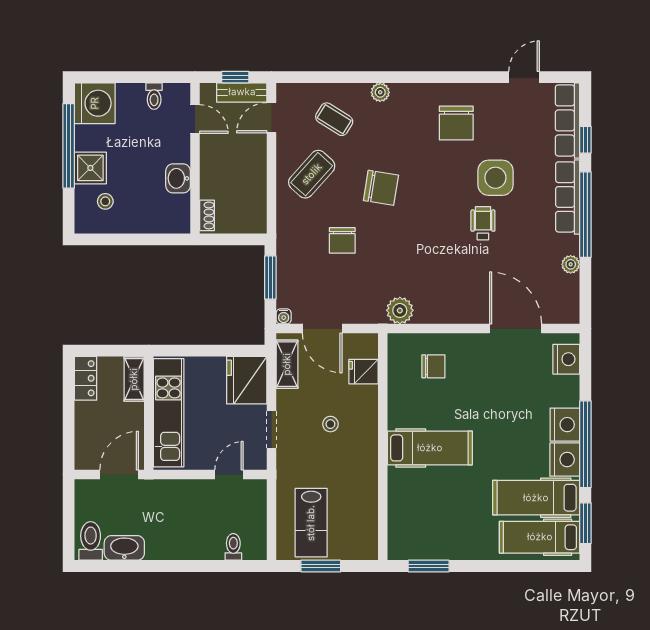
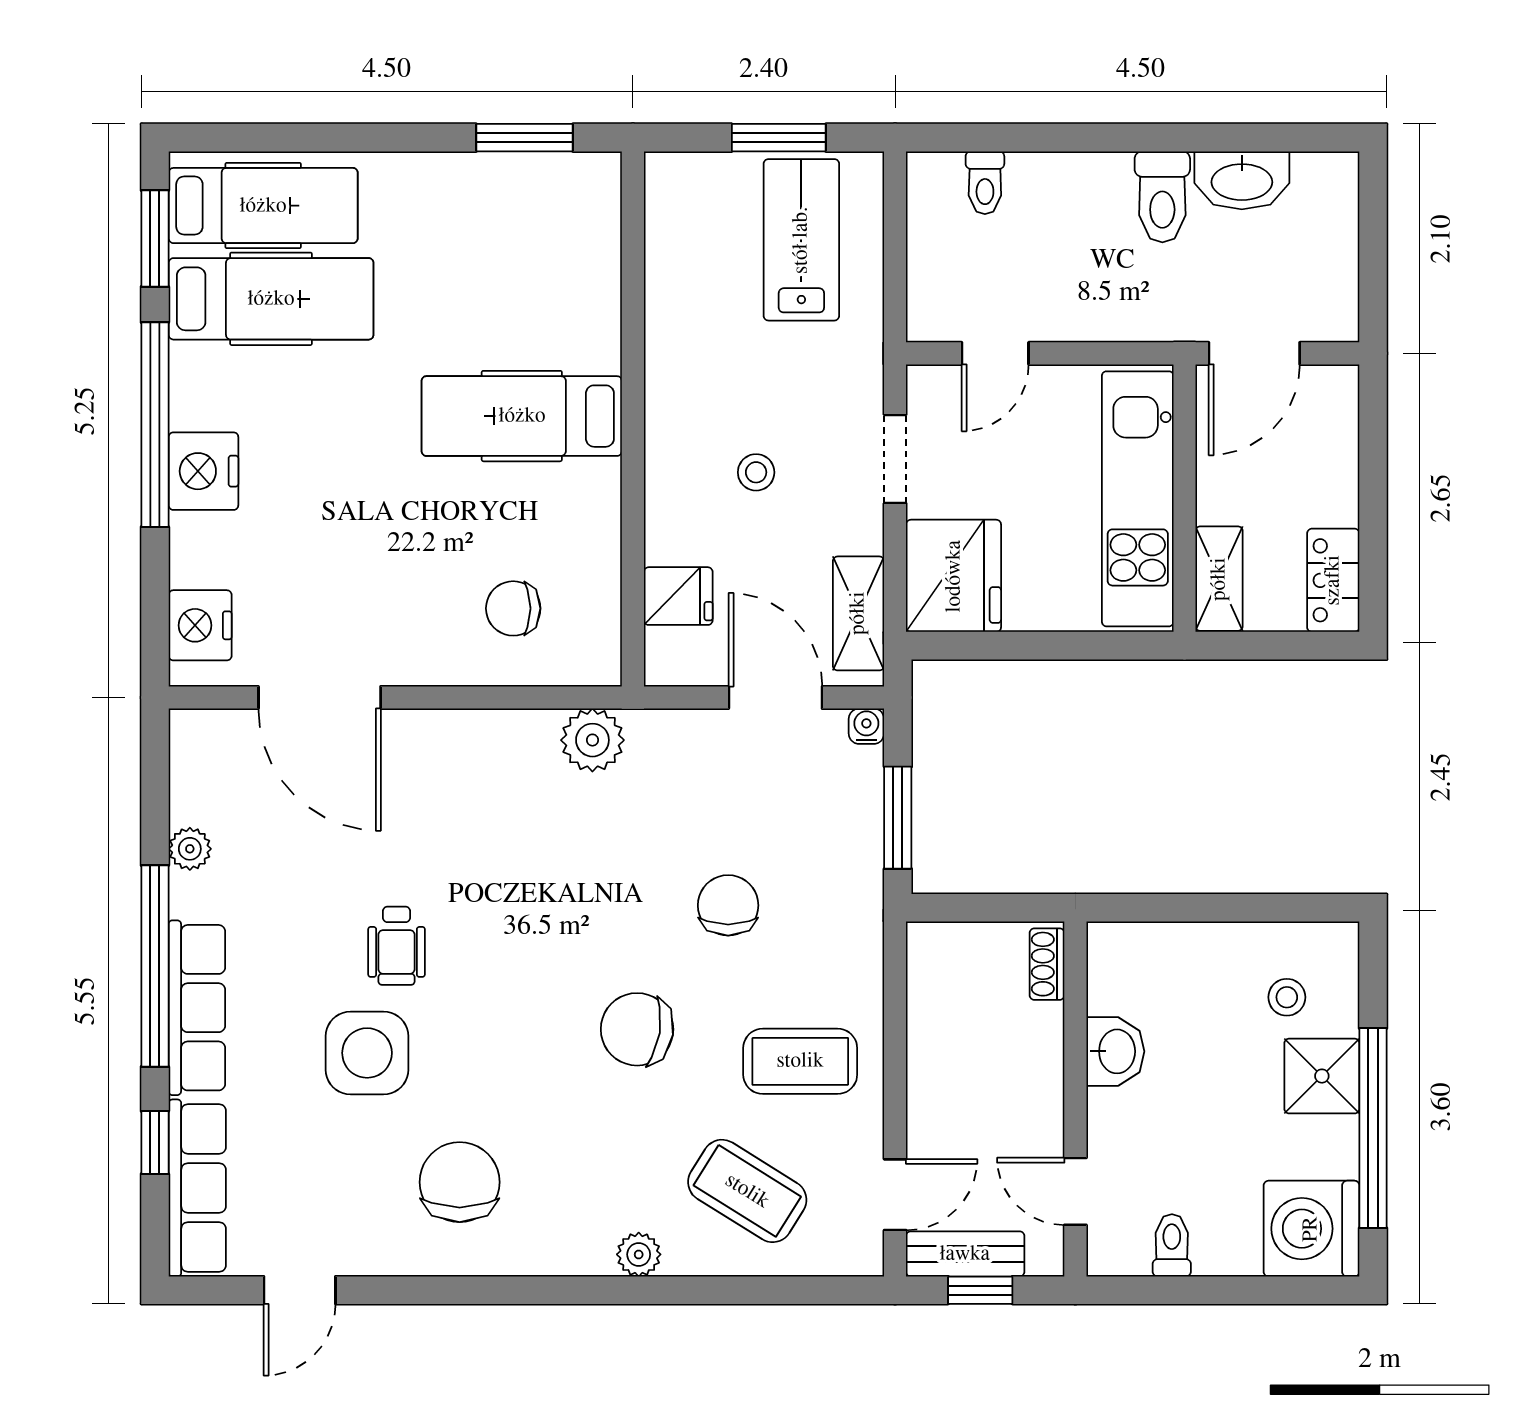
coffee table: (334, 119) -> (747, 1191), width x1.36, depth x1.30
coffee table: (312, 174) -> (800, 1061), turned 48
nightstand: (565, 460) -> (204, 389), removed
toilet: (91, 541) -> (1162, 197), moved

